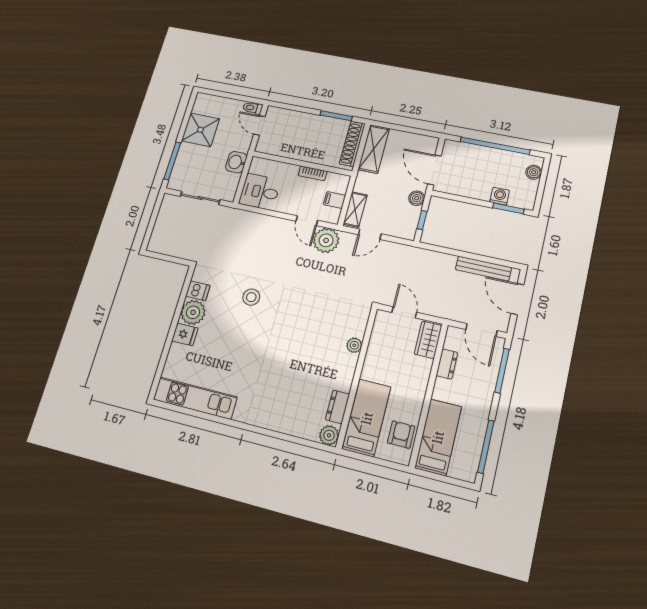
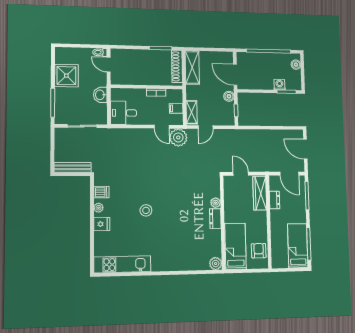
bench: (483, 269) -> (73, 167), moved
stool: (251, 297) -> (146, 210), moved
plant: (193, 312) -> (99, 208), width x0.53, depth x0.53
wardrobe: (428, 340) -> (260, 193), width x1.50
dresser: (337, 407) -> (215, 219), moved
bed: (438, 437) -> (298, 246), moved

